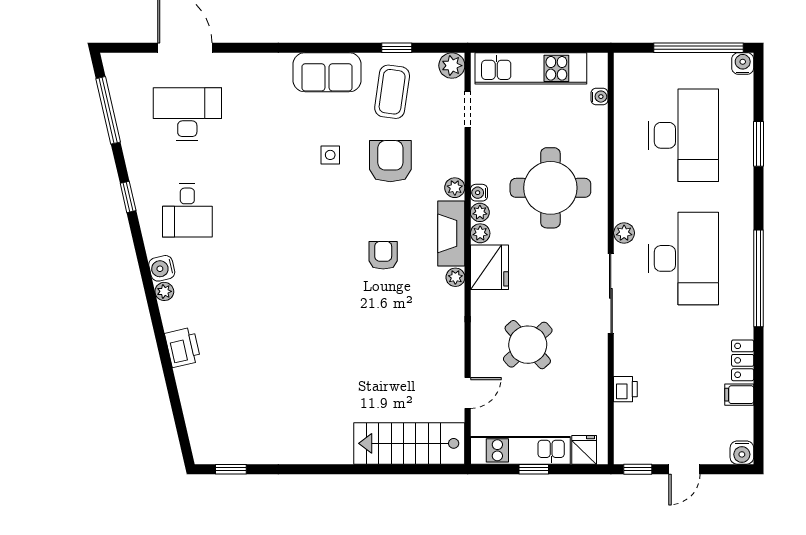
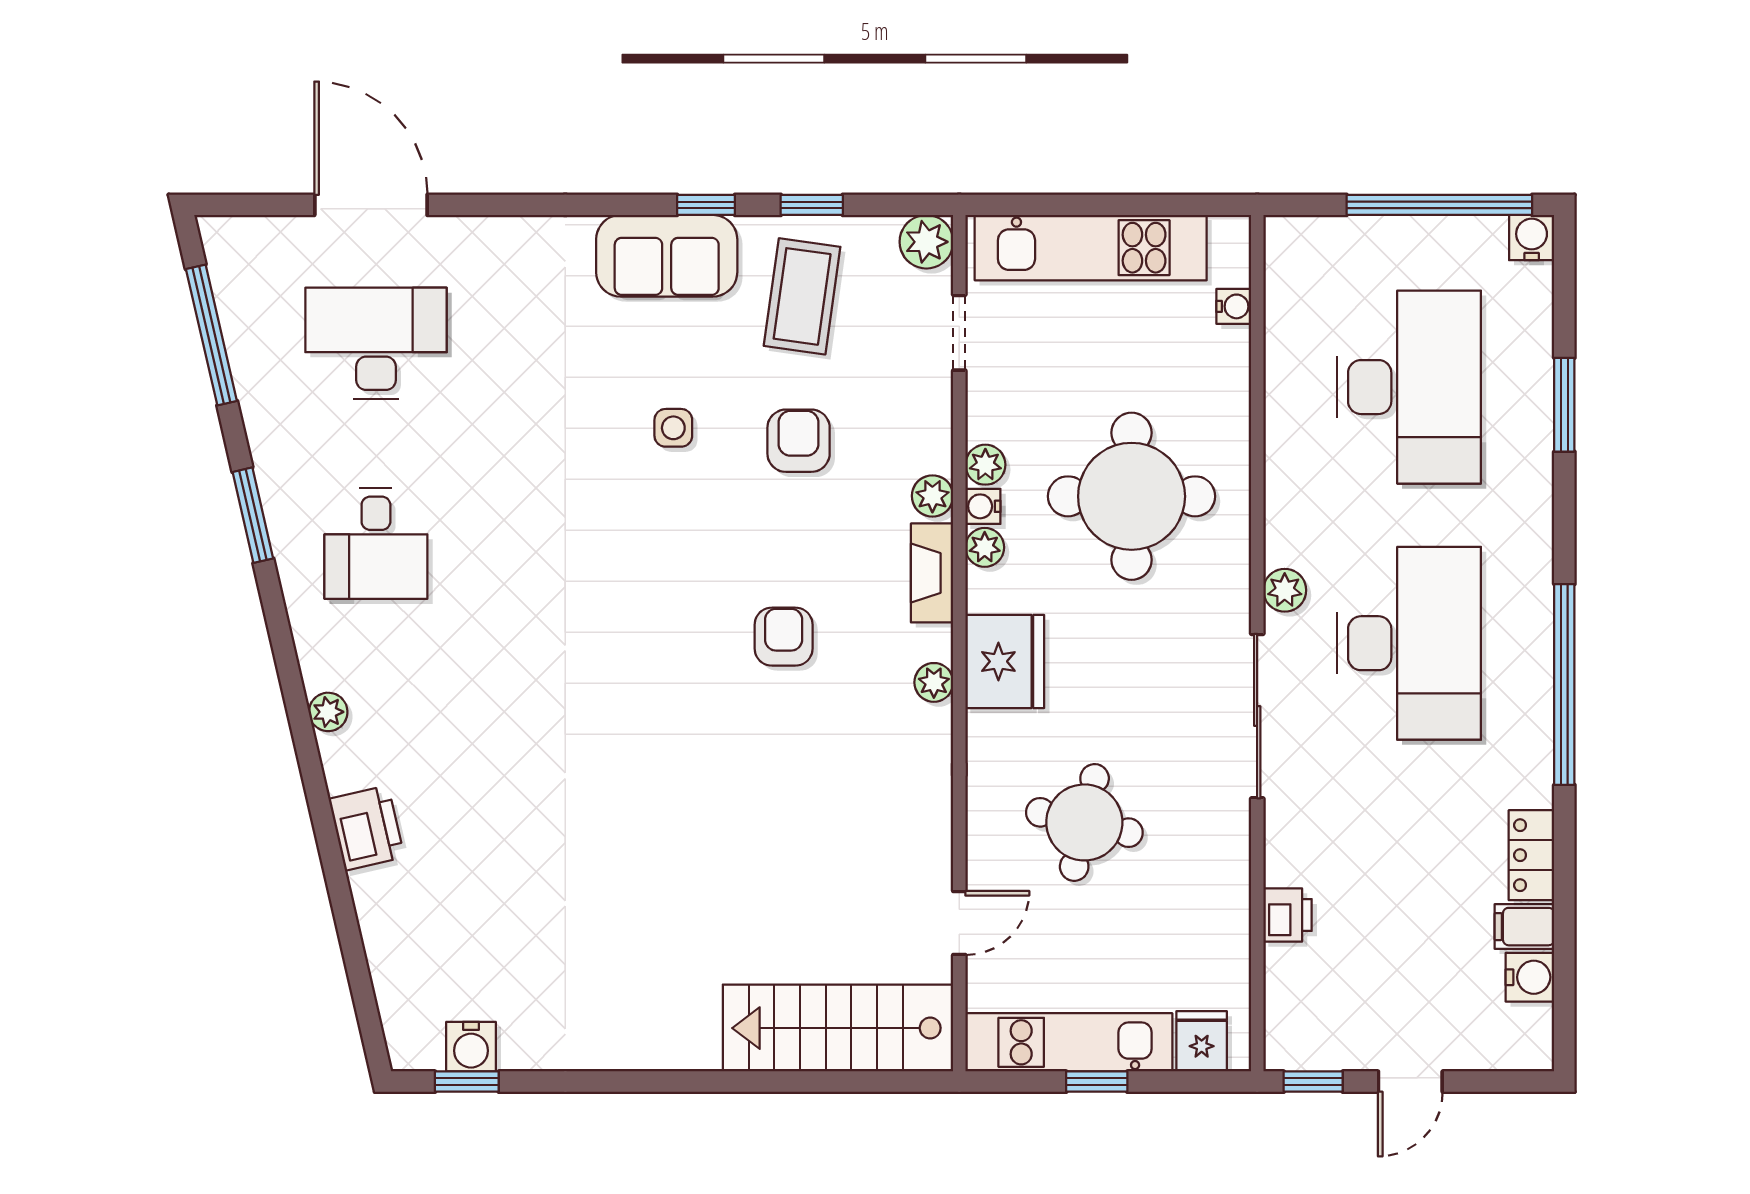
window: (346, 48) -> (706, 205), added
armchair: (390, 161) -> (799, 441), width x0.72, depth x0.72
window: (128, 197) -> (253, 515), width x1.50
fireplace: (451, 233) -> (932, 573), width x0.73, depth x0.76
plant: (480, 233) -> (985, 465), moved
water cooler: (162, 268) -> (471, 1047), moved, turned -77
round table: (528, 345) -> (1084, 822), turned -35
water cooler: (742, 453) -> (1530, 977), moved, turned -90

